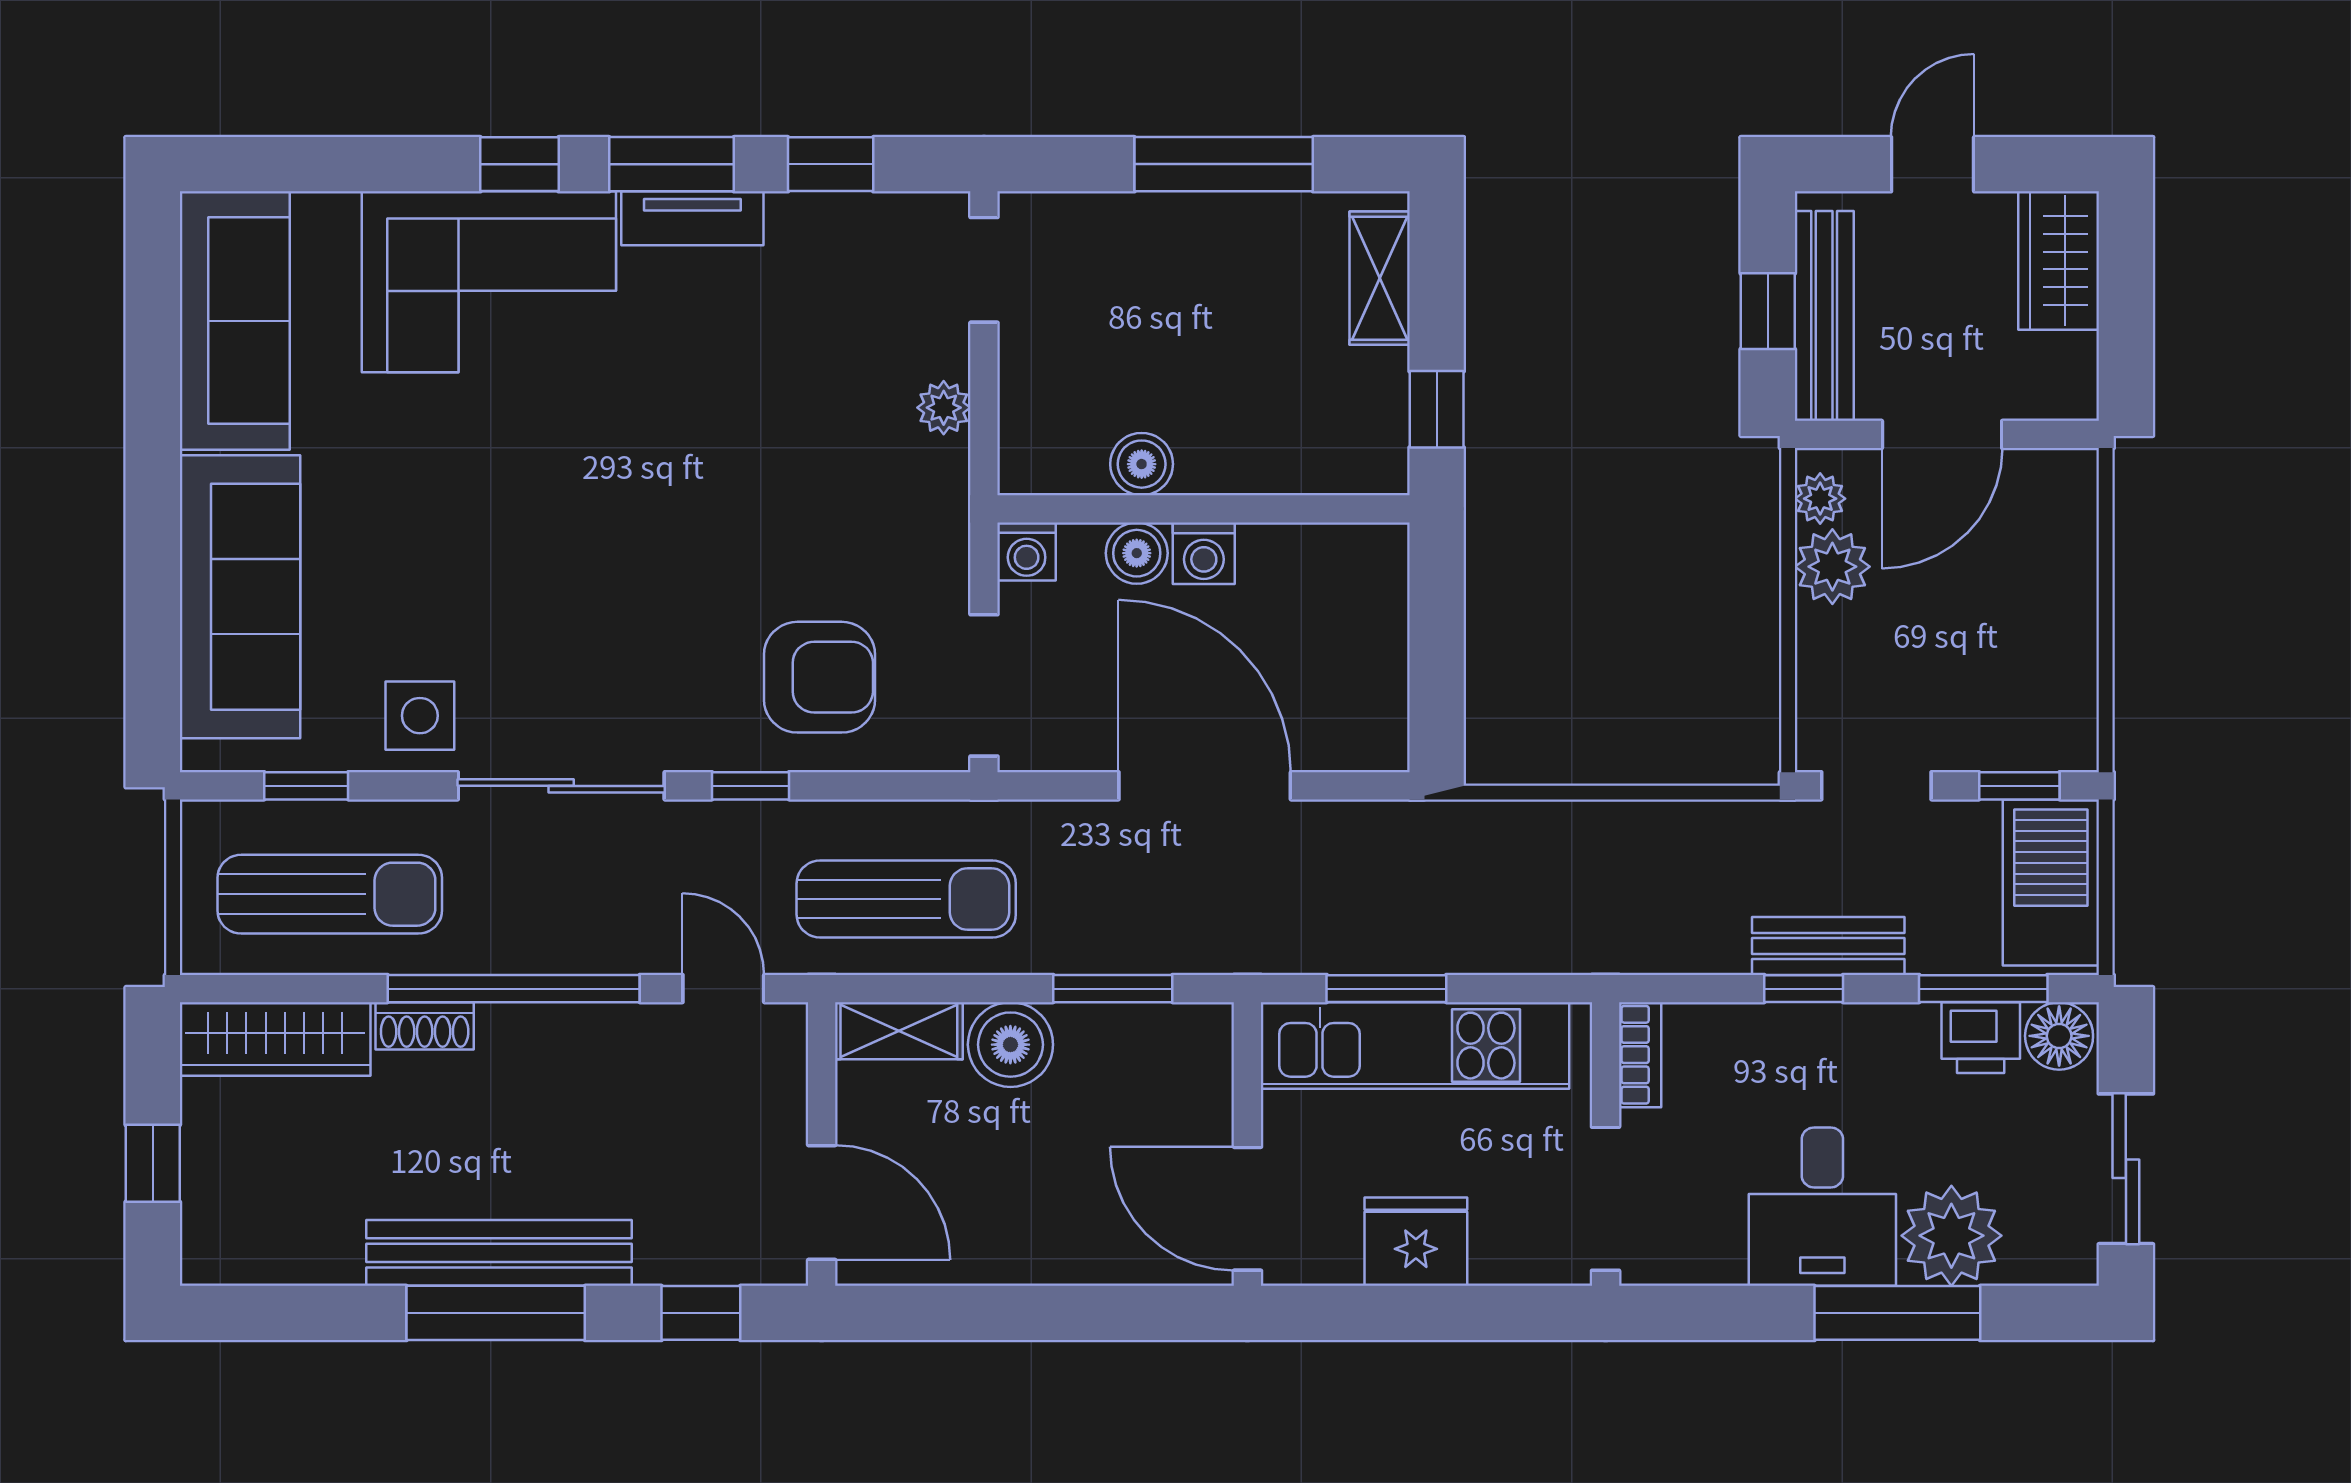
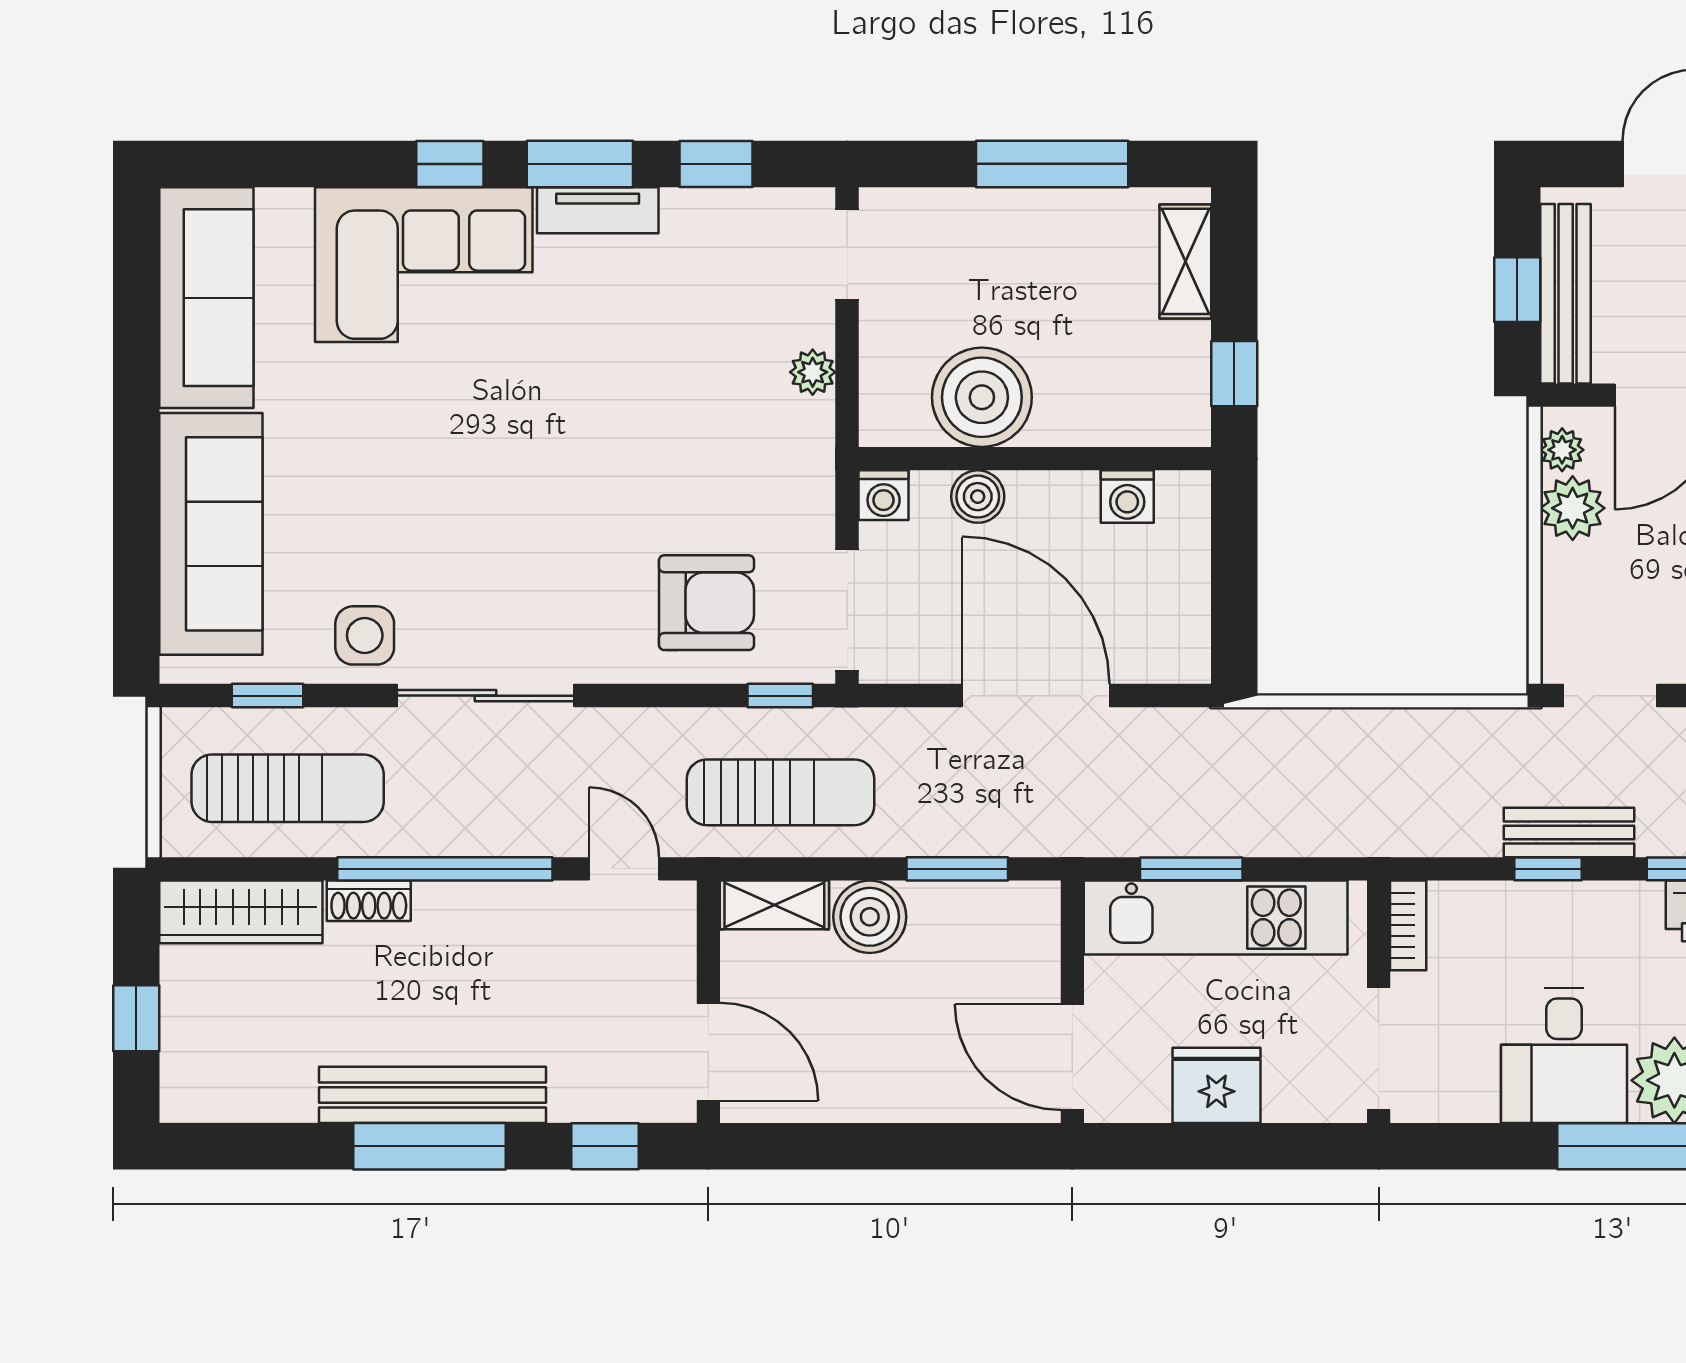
boiler: (1142, 464) -> (982, 397), width x1.86, depth x1.86
washing machine: (1204, 553) -> (1127, 497), moved
window: (751, 786) -> (780, 696), moved

